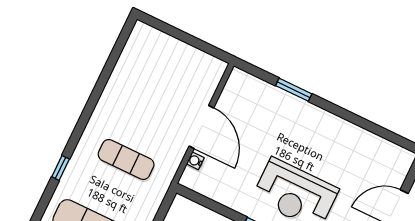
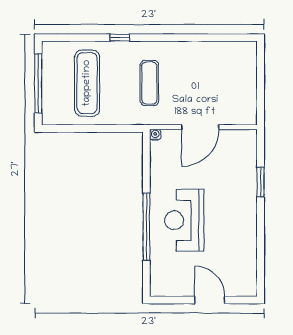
water cooler: (195, 161) -> (155, 135), moved

